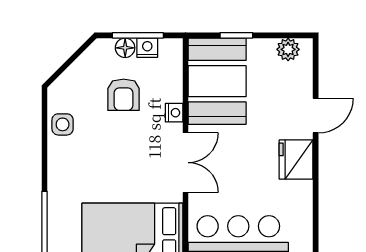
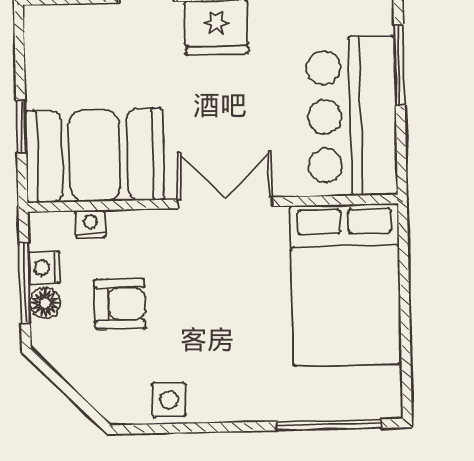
plant: (288, 49) -> (42, 44), removed
nightstand: (174, 113) -> (90, 224), moved

